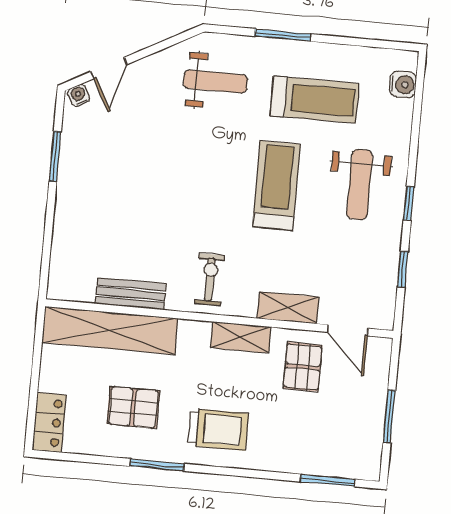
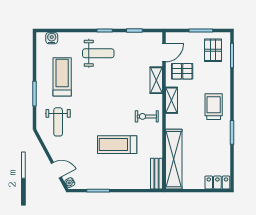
weight bench: (215, 82) -> (58, 122), turned 180
treadmill: (277, 186) -> (117, 145), moved
bench: (131, 294) -> (156, 174), moved
pallet: (133, 407) -> (213, 50), moved

